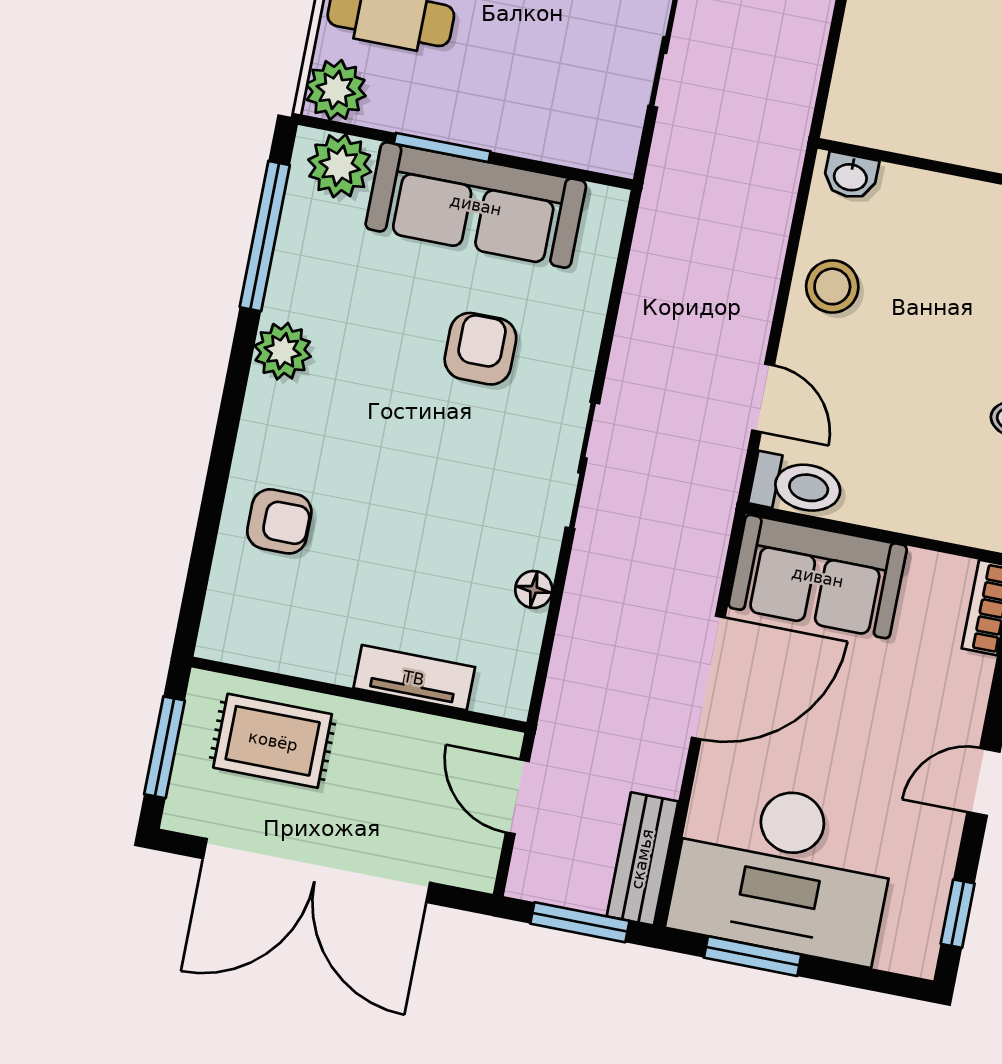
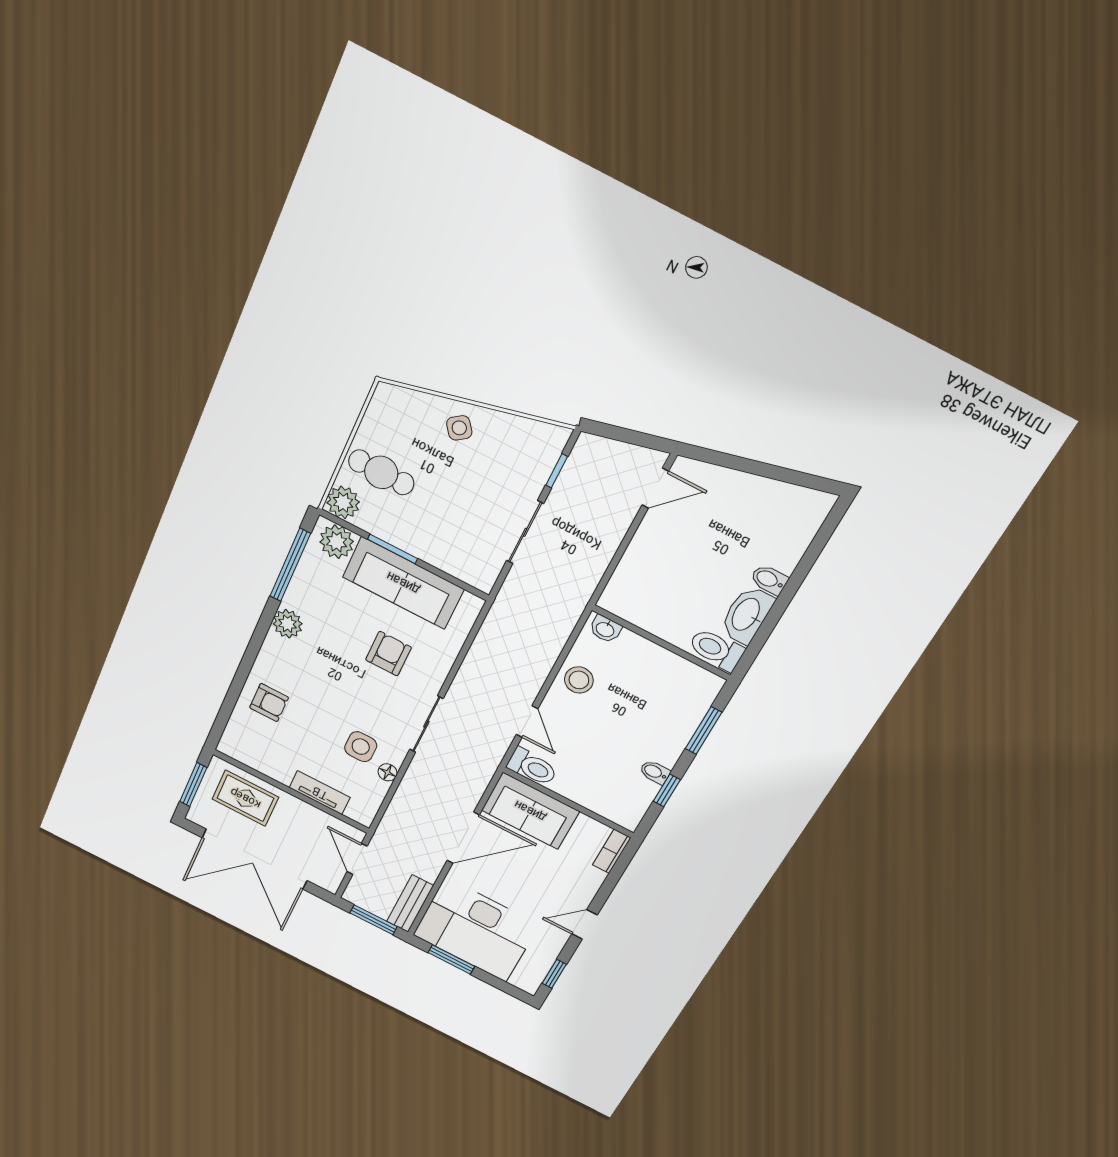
side table: (471, 553) -> (361, 747), added

